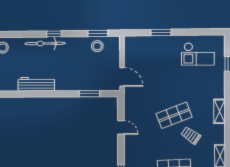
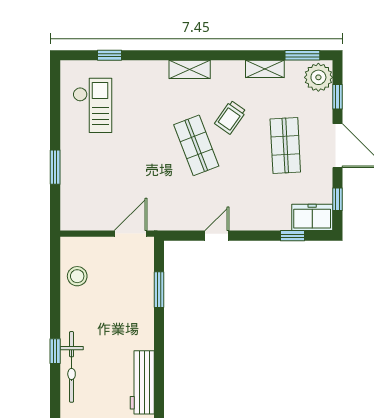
window: (98, 33) -> (55, 275), removed

